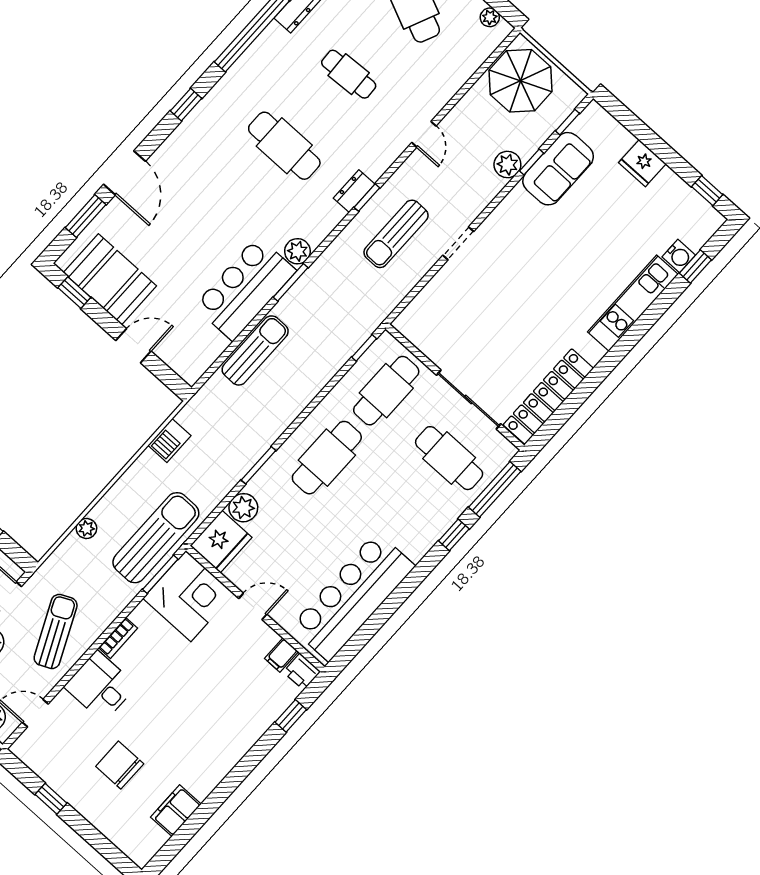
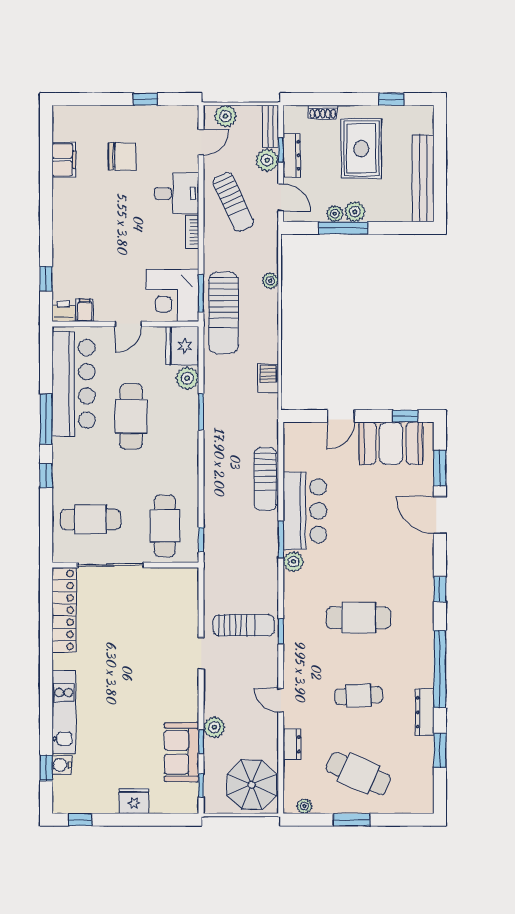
dresser: (354, 191) -> (292, 744), moved
sun lounger: (396, 234) -> (244, 625), turned 90
cafe table: (327, 458) -> (131, 416), moved
window: (495, 489) -> (46, 419), moved

